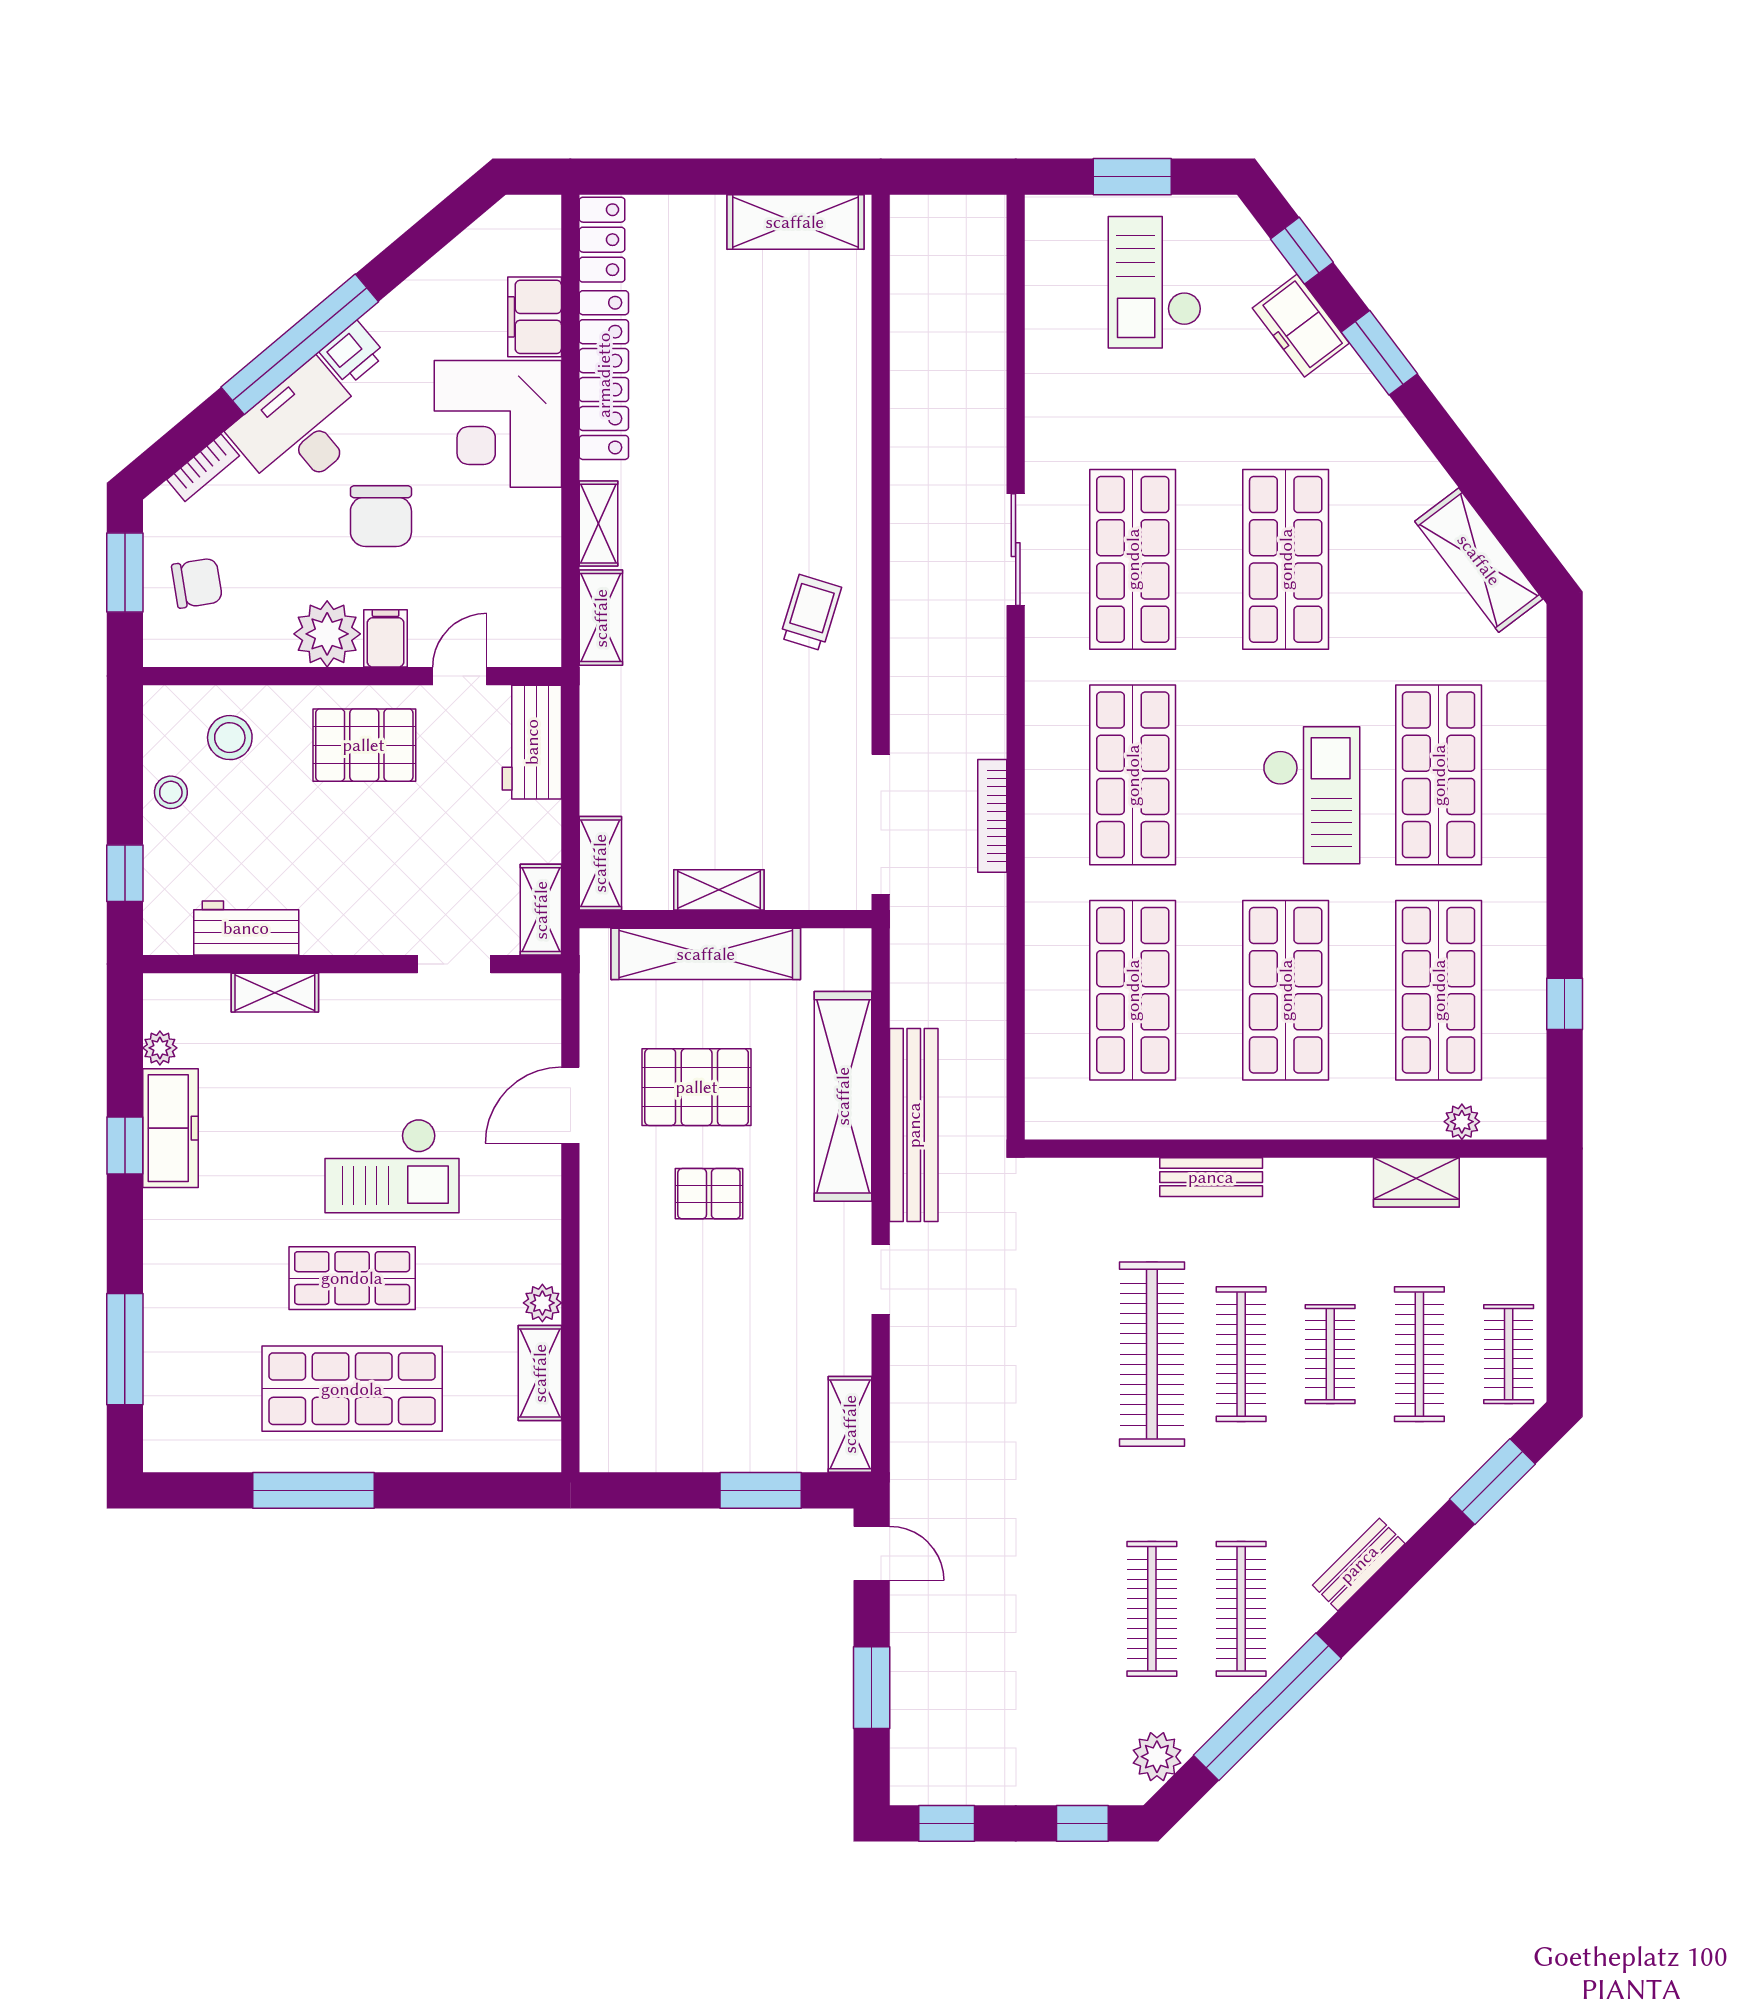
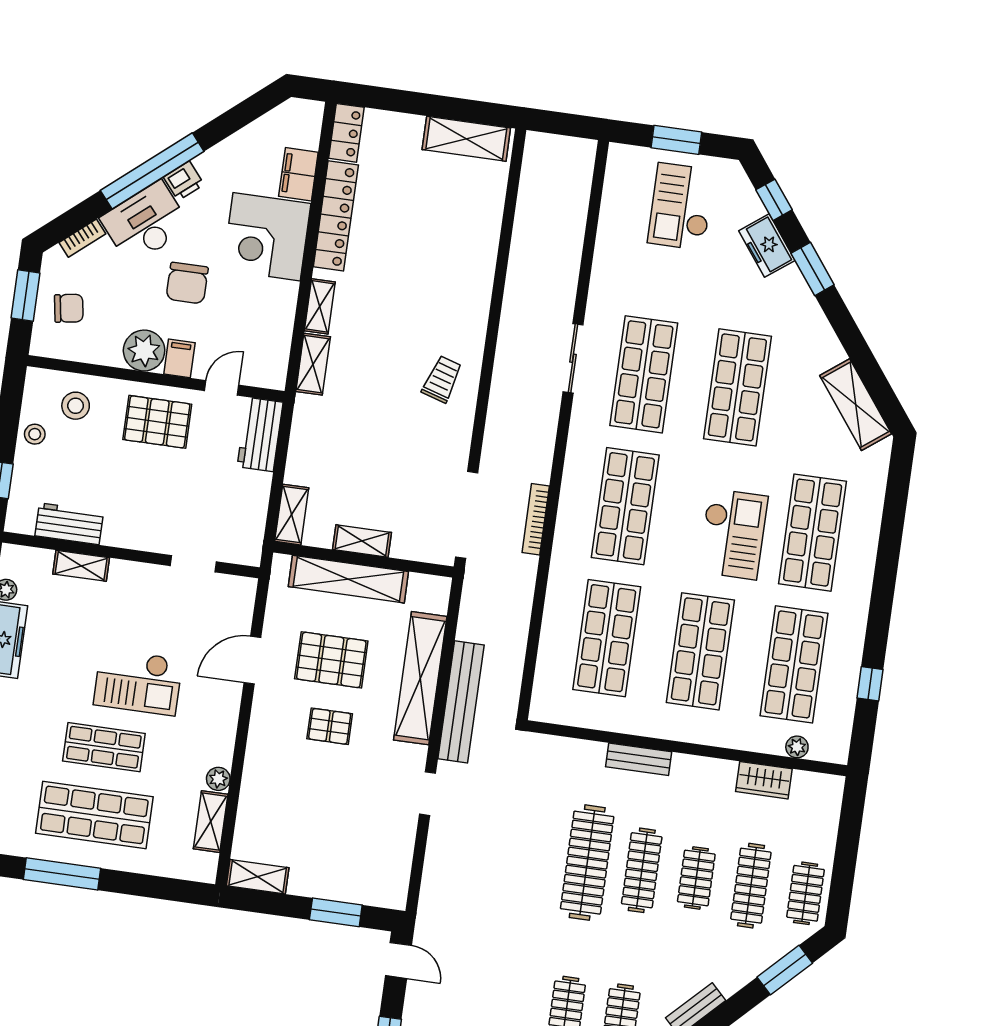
shelving: (541, 910) -> (251, 538), removed
shelving: (850, 1424) -> (258, 877), moved, turned 90

